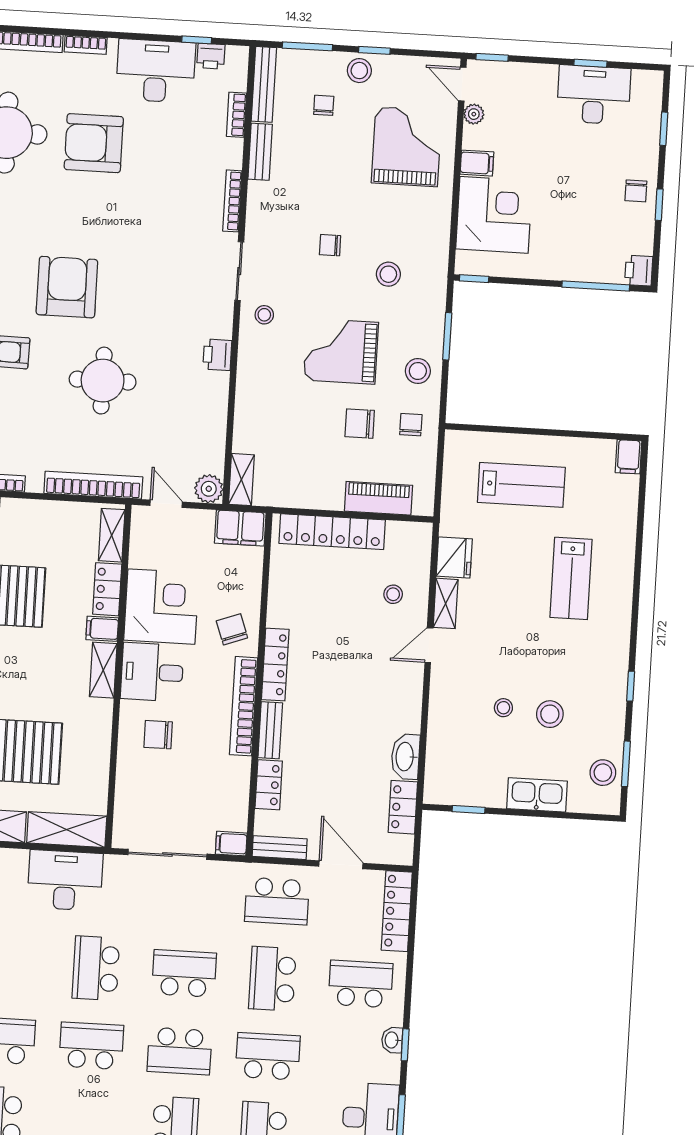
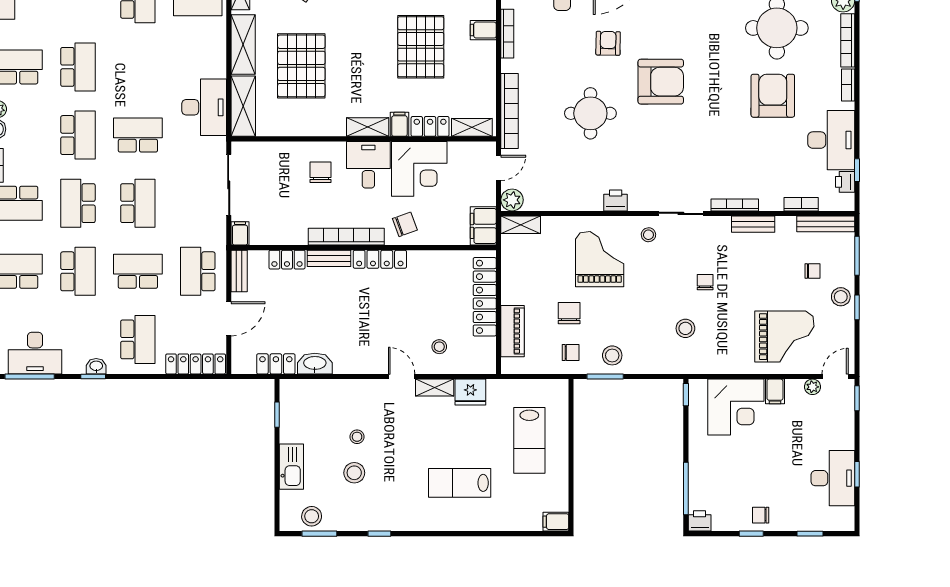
bench: (260, 152) -> (753, 224), moved
window: (447, 336) -> (605, 377), moved
grand piano: (341, 351) -> (600, 259), moved

